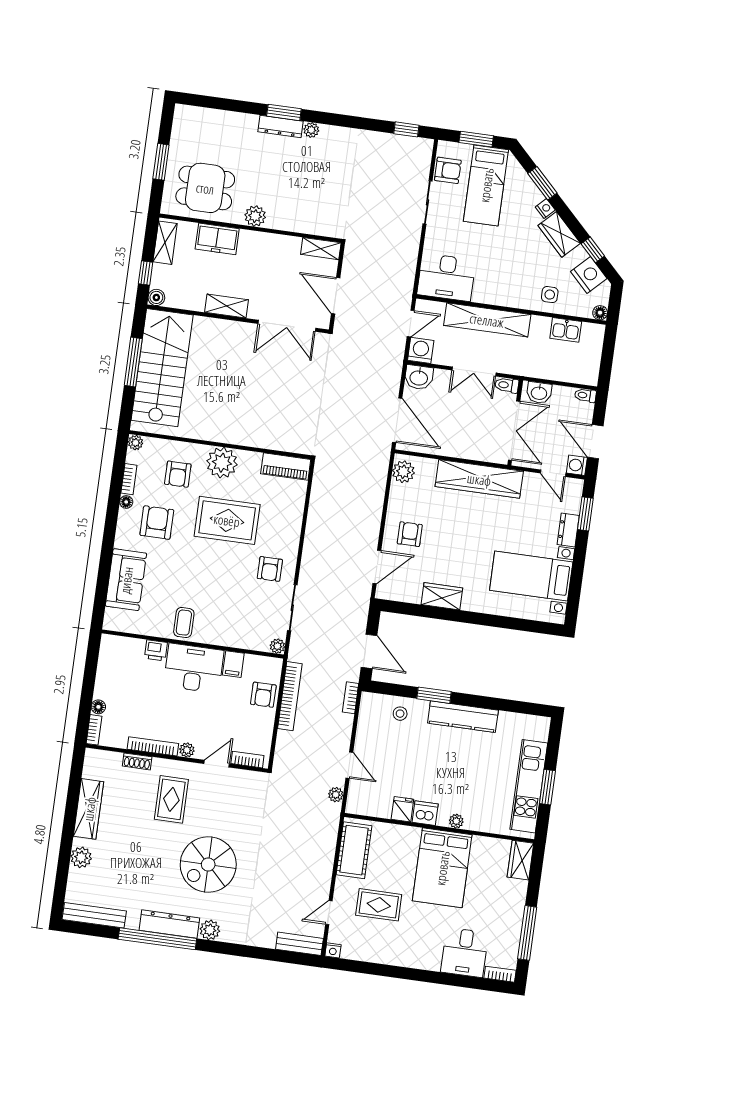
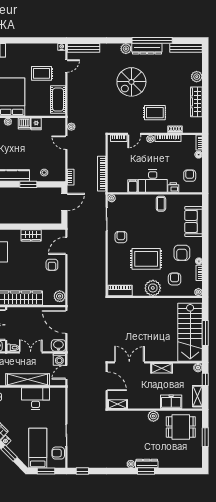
desk: (446, 277) -> (36, 398), moved
door: (369, 651) -> (64, 202), swing flipped
armchair: (263, 695) -> (190, 176), moved
rug: (171, 799) -> (155, 113), turned 90
spiral stairs: (208, 864) -> (131, 82), turned 180
bench: (299, 944) -> (83, 48), width x1.36

